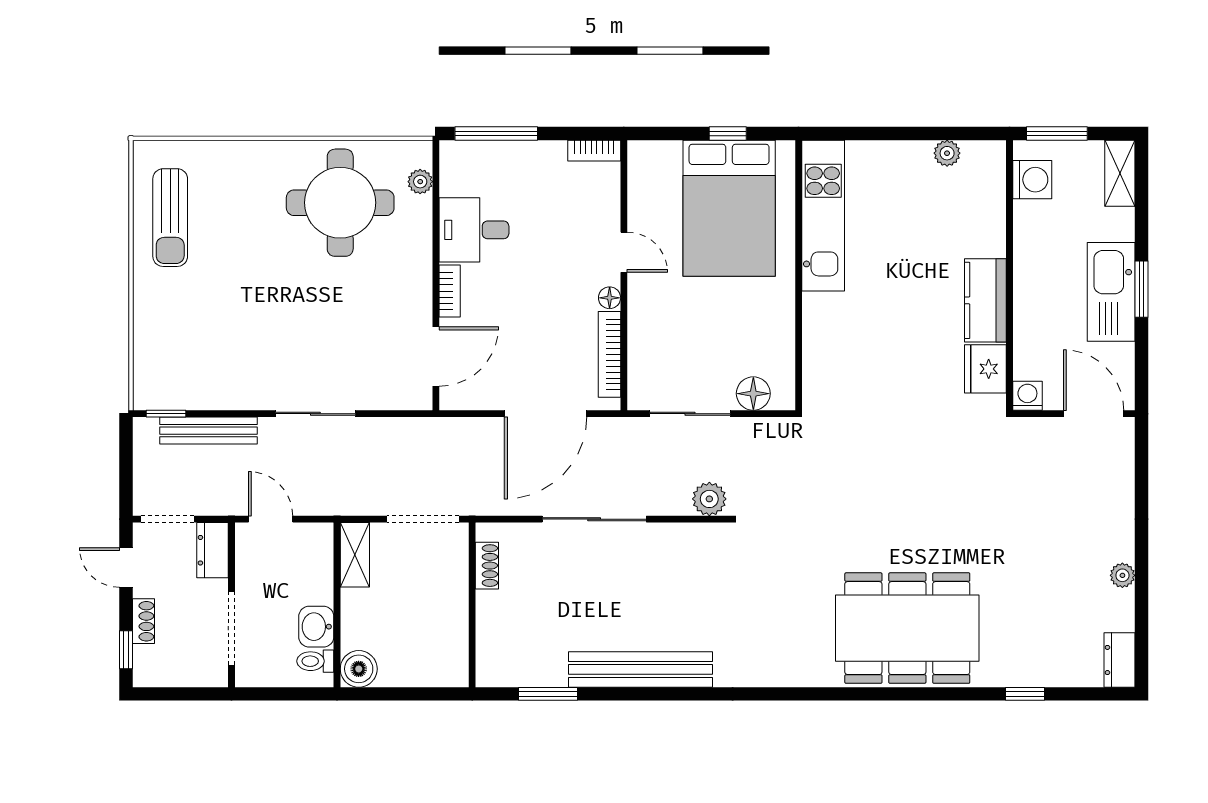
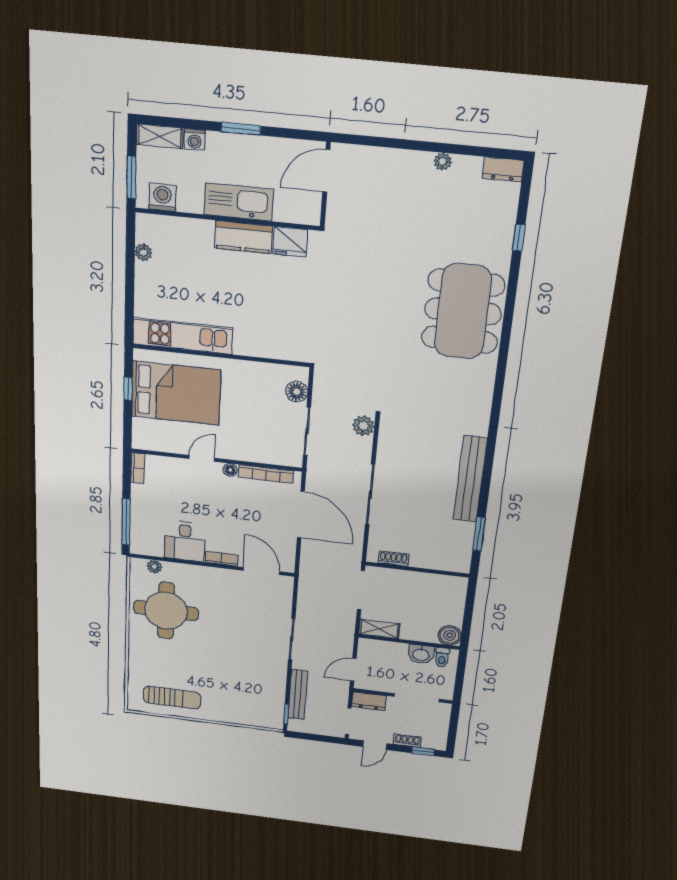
kitchen sink: (1111, 292) -> (239, 202), moved, turned 180
washing machine: (1027, 396) -> (195, 139), moved, turned -90

